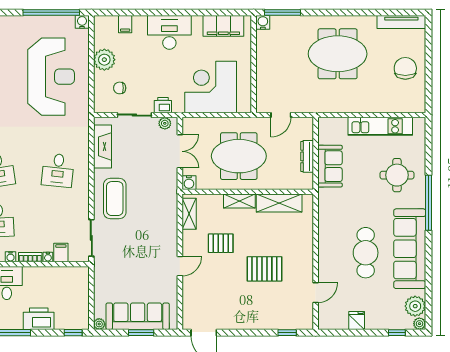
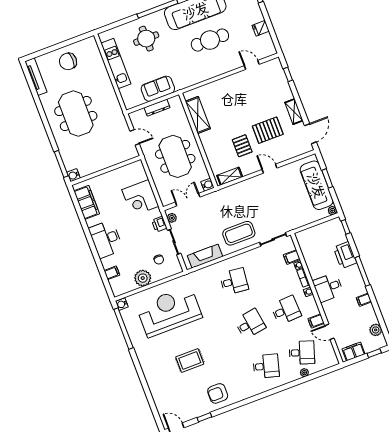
corner desk: (211, 87) -> (140, 198), width x0.74, depth x0.74
shelving: (239, 201) -> (294, 112), moved
pallet: (264, 269) -> (268, 130), moved, turned 90

